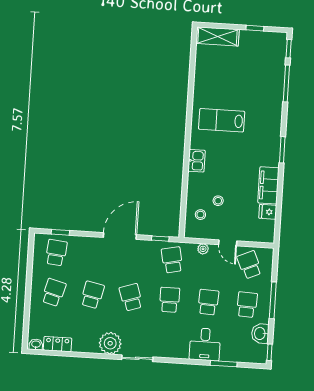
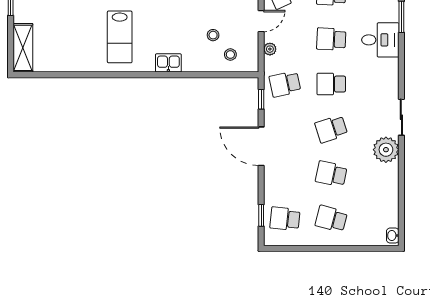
locker: (58, 344) -> (391, 211), removed

